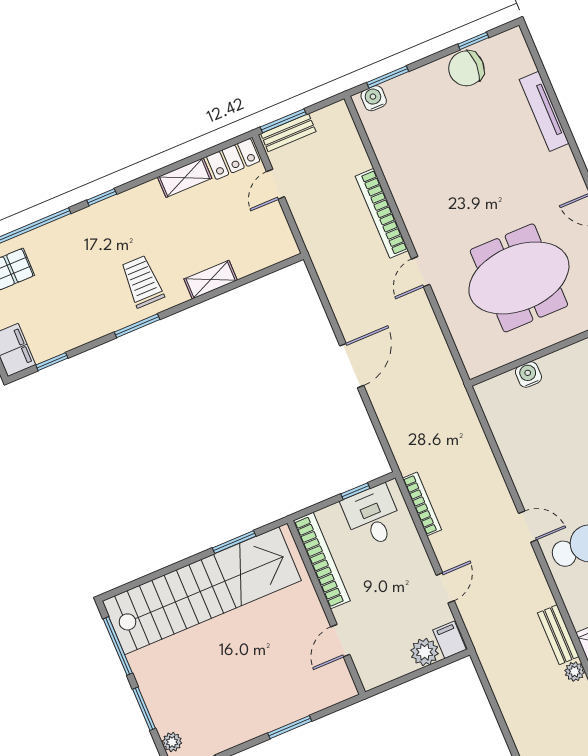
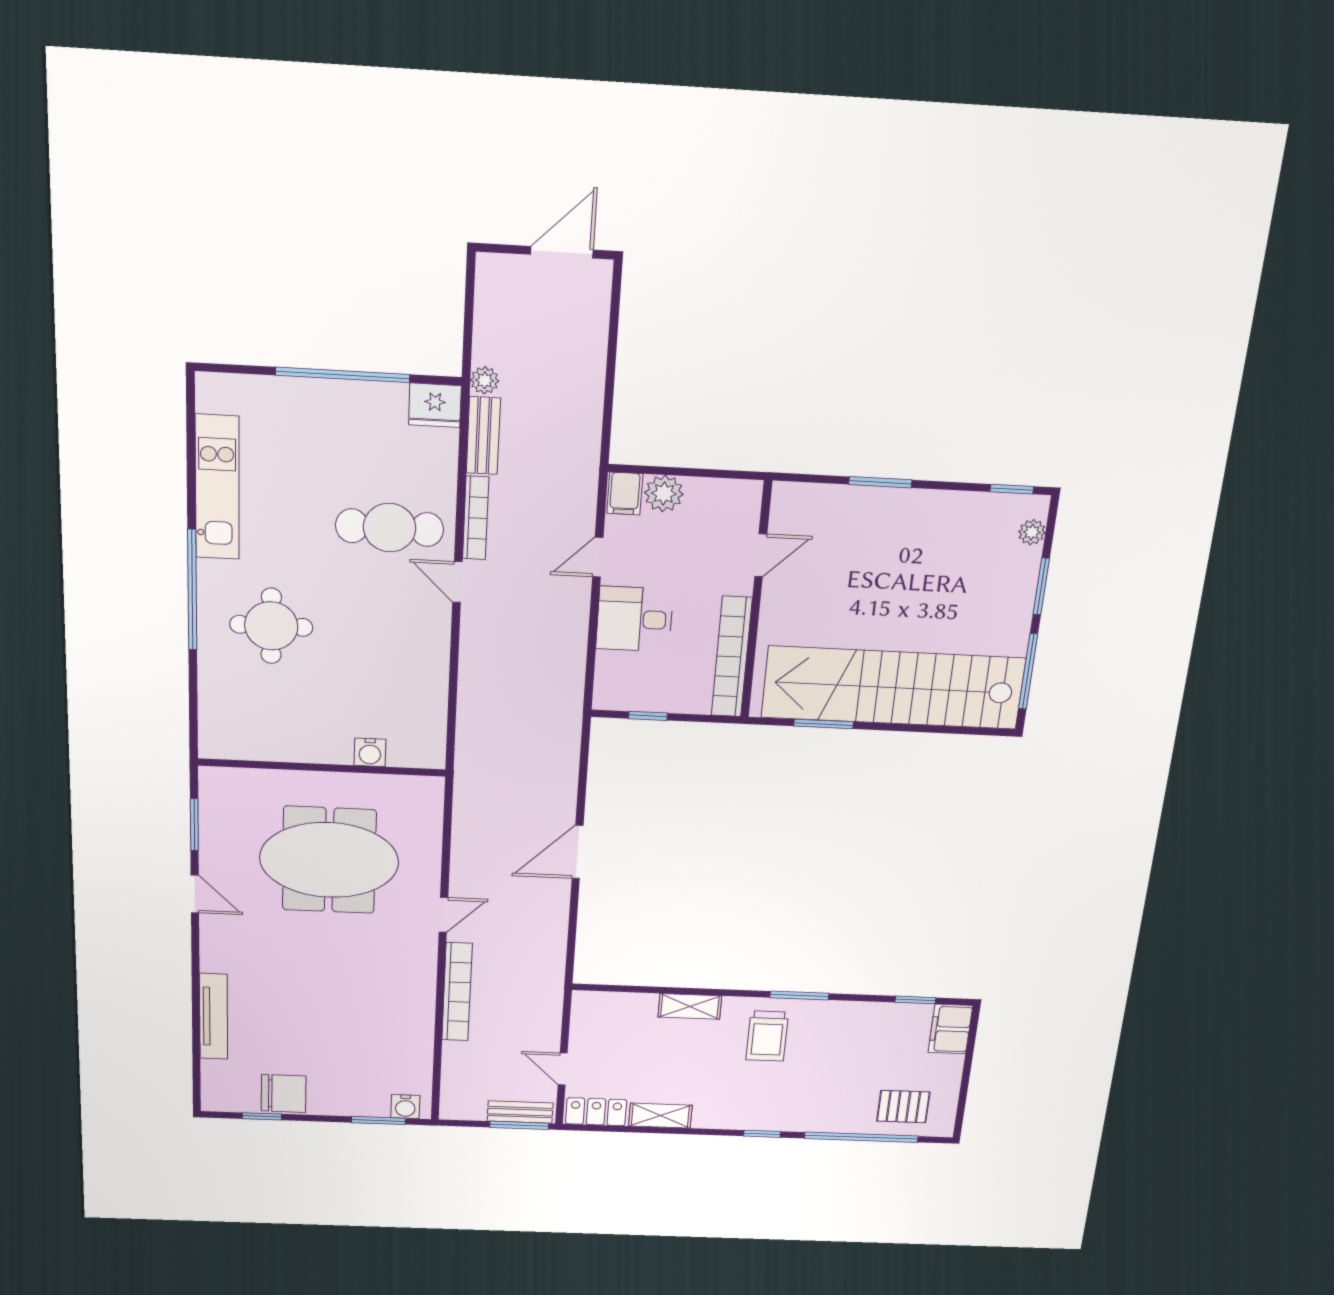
door: (276, 184) -> (563, 1069), swing flipped
bookcase: (422, 504) -> (476, 518), moved, turned 180
desk: (372, 516) -> (635, 619), moved, turned 90

